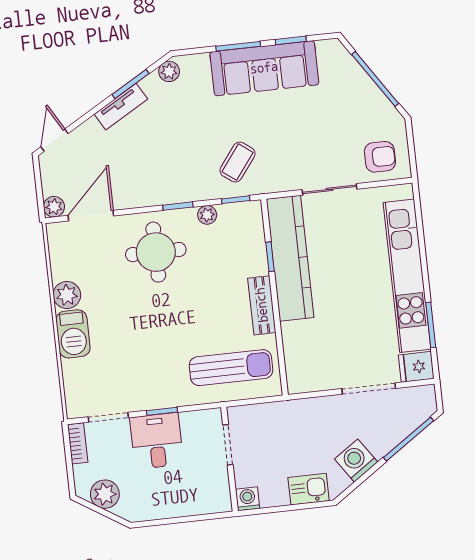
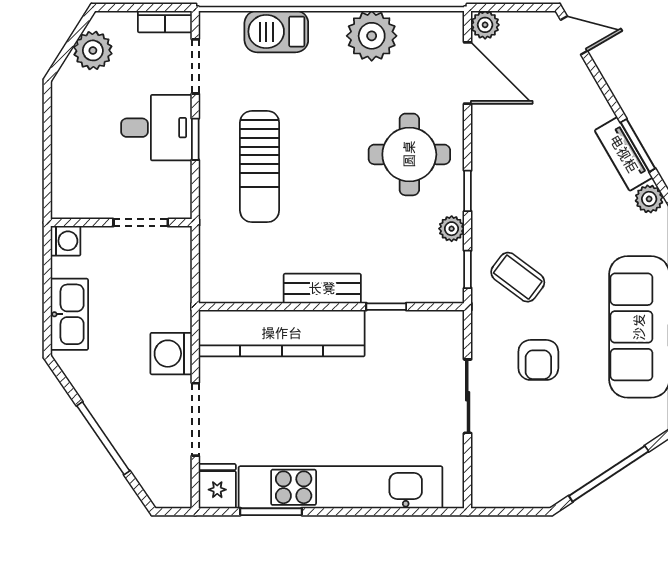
tv unit: (121, 107) -> (624, 154), moved
armchair: (380, 157) -> (538, 360), moved
kitchen counter: (290, 258) -> (282, 333), moved
plant: (67, 295) -> (372, 36), width x1.36, depth x1.36
barbecue: (73, 334) -> (276, 32), moved
sun lounger: (231, 368) -> (260, 167), moved
window: (408, 439) -> (103, 438), moved
washing machine: (356, 461) -> (171, 354), moved, turned -146
kitchen sink: (309, 489) -> (69, 314), width x1.38

